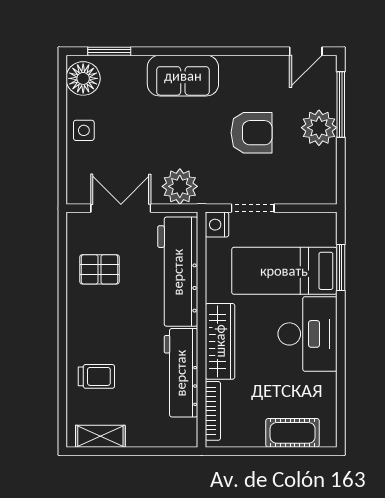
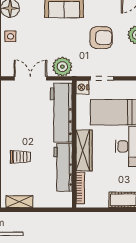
pallet: (100, 269) -> (19, 111), removed
trolley: (96, 376) -> (21, 157), moved

